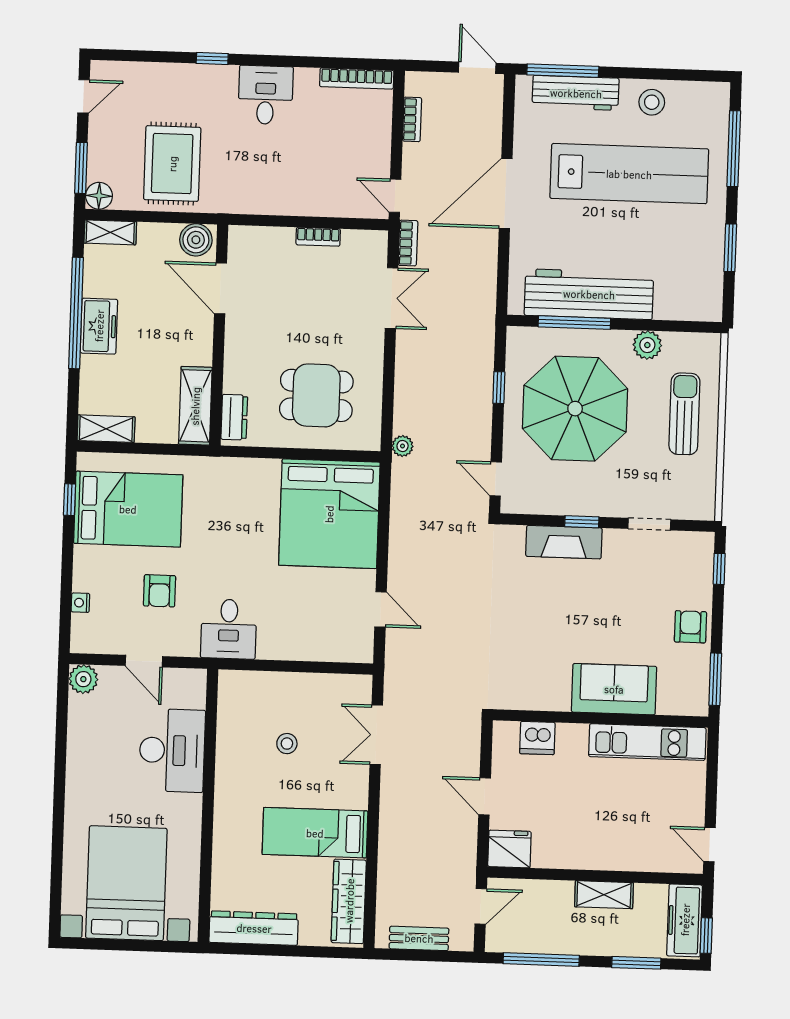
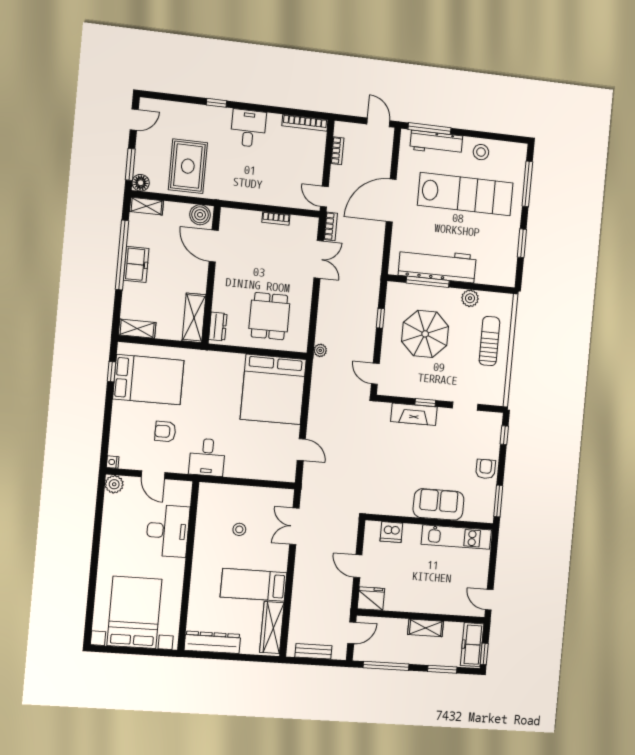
dining table: (316, 395) -> (269, 316), turned 90
parasol: (575, 409) -> (425, 334), width x0.73, depth x0.73
armchair: (159, 591) -> (165, 431), turned 90
nightstand: (80, 603) -> (113, 462), moved

